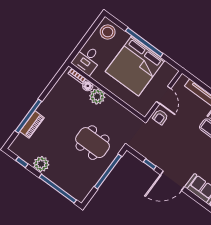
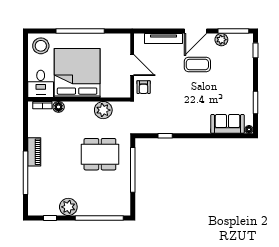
bed: (135, 66) -> (77, 73), moved, turned 180
plant: (97, 96) -> (103, 110), moved
piano: (32, 125) -> (34, 152), moved
door: (172, 181) -> (196, 136), removed

